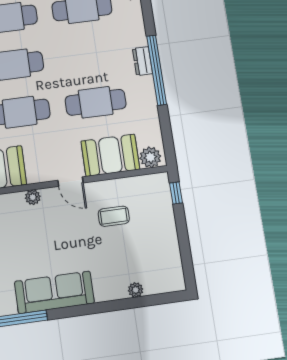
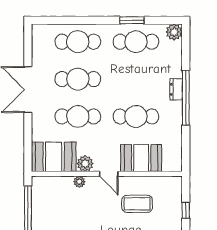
plant: (150, 157) -> (85, 164), moved
window: (176, 193) -> (186, 210), moved
coffee table: (114, 216) -> (137, 204), width x1.36, depth x1.30

